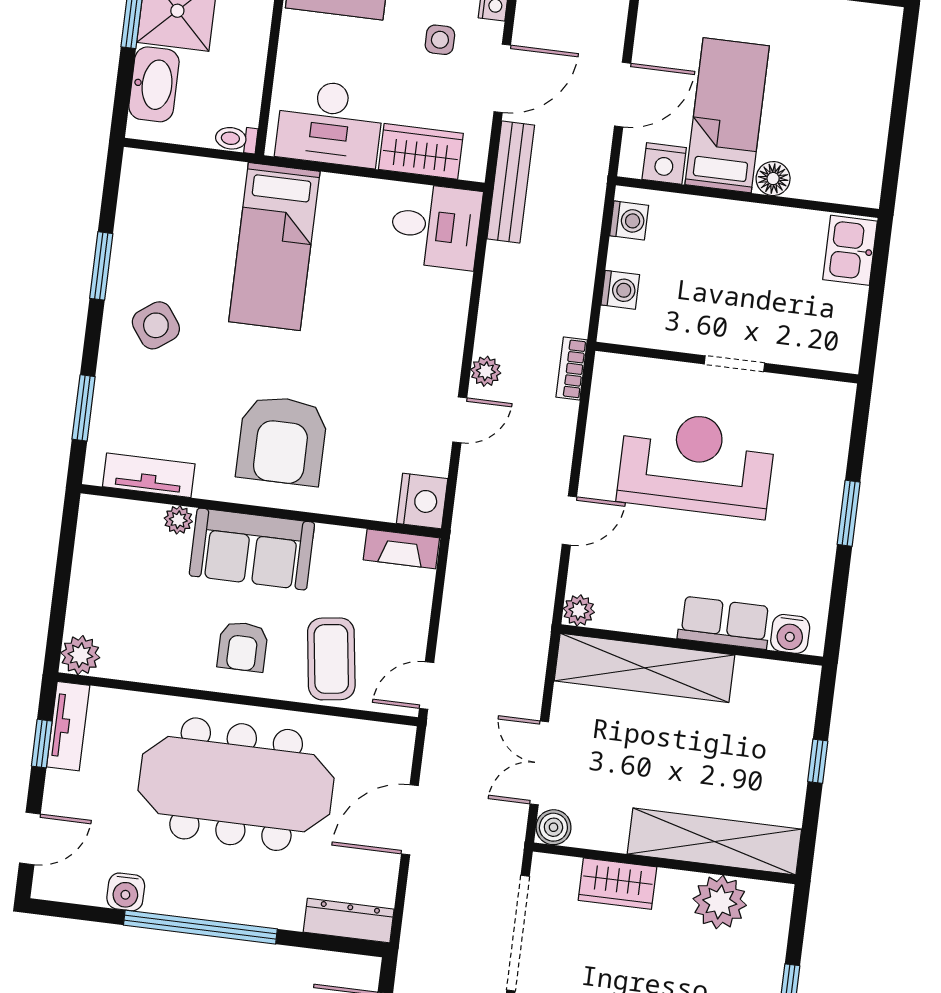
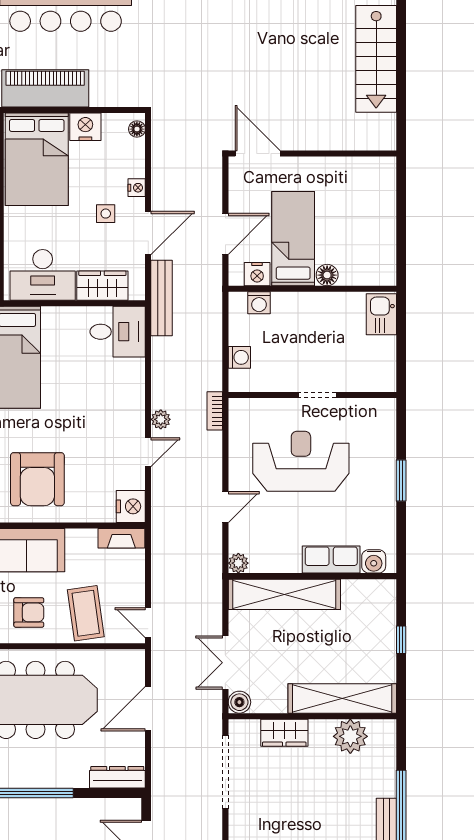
washing machine: (629, 220) -> (259, 303), moved, turned 90
armchair: (243, 647) -> (29, 612), turned -90
door: (427, 686) -> (148, 623), hinge flipped

